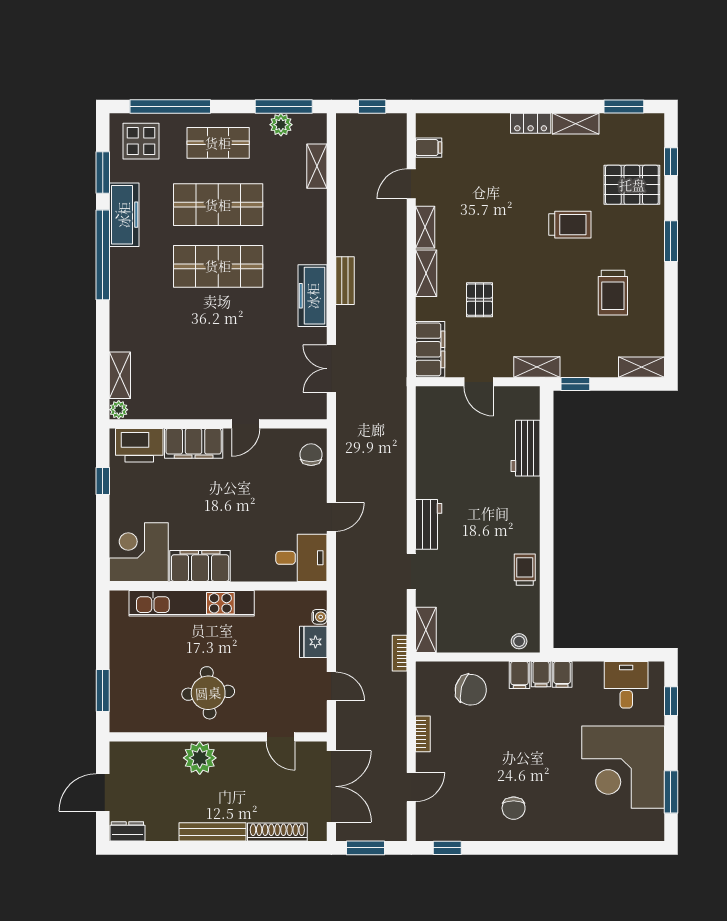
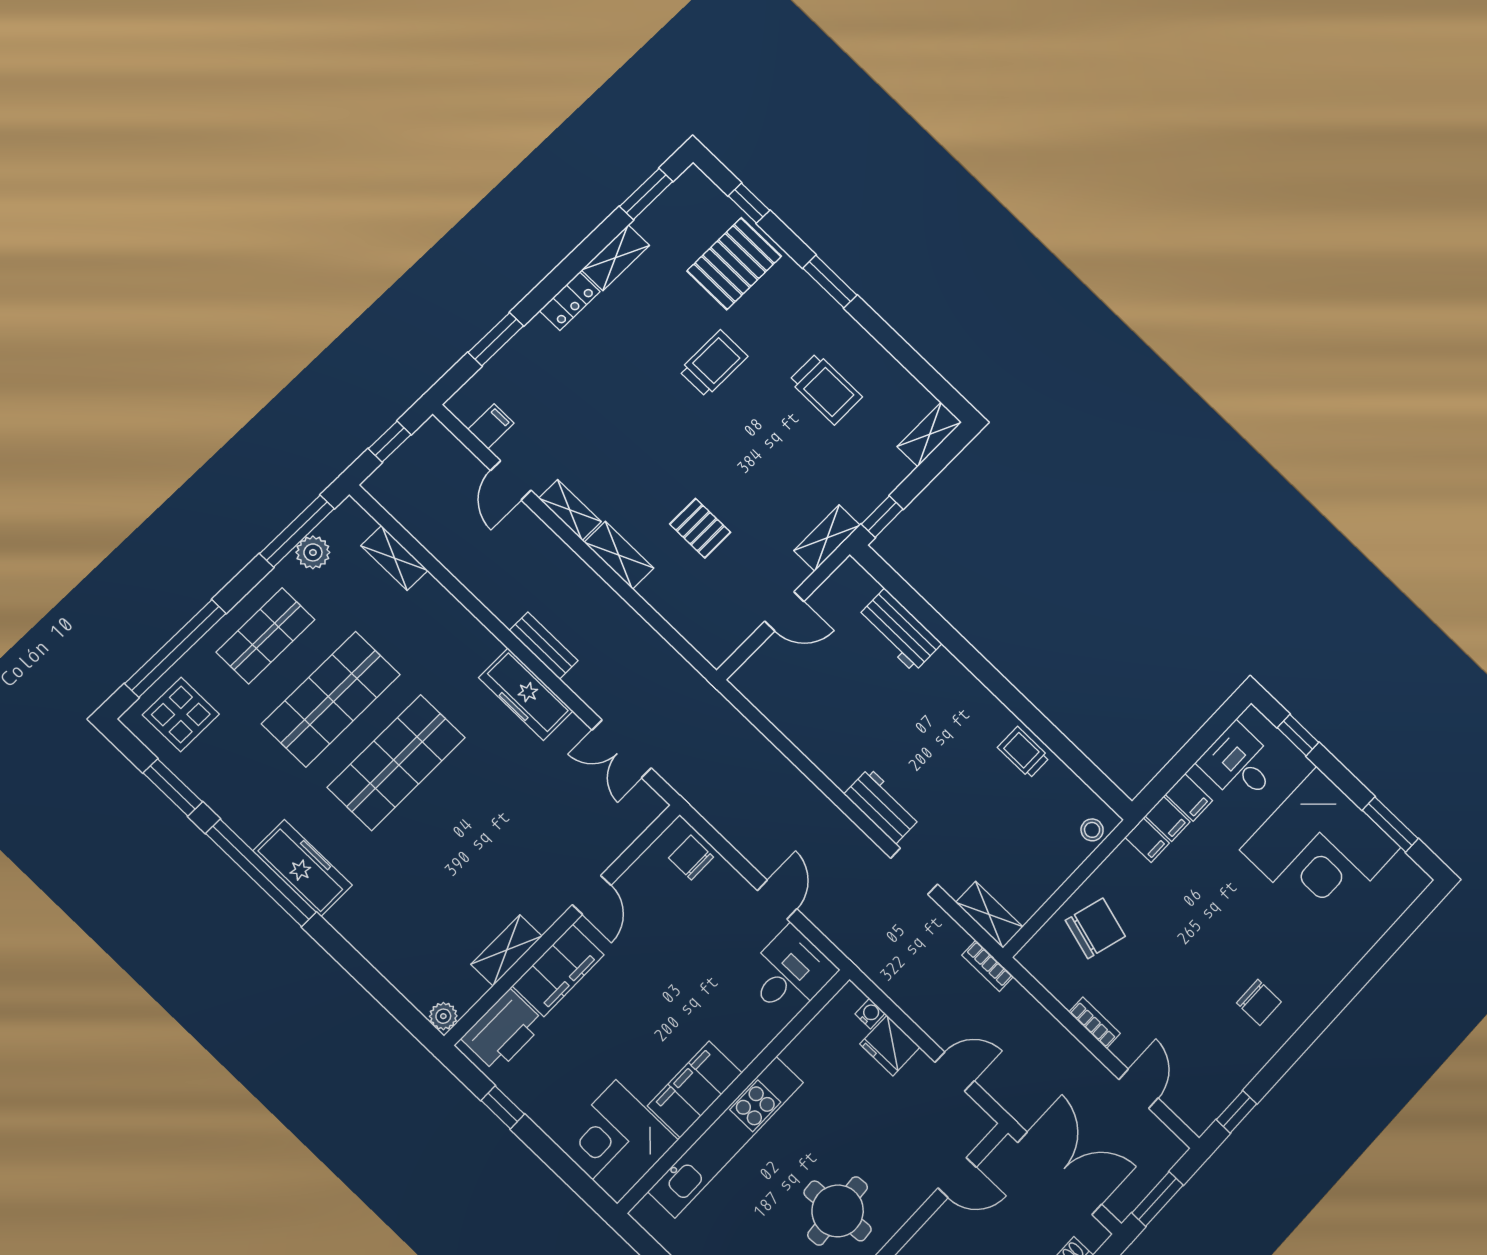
window: (475, 107) -> (496, 339), added
freezer: (124, 215) -> (303, 868), moved
filing cabinet: (430, 349) -> (702, 628), removed
shelving: (120, 375) -> (506, 950), moved, turned 90
filing cabinet: (519, 675) -> (1189, 797), moved

